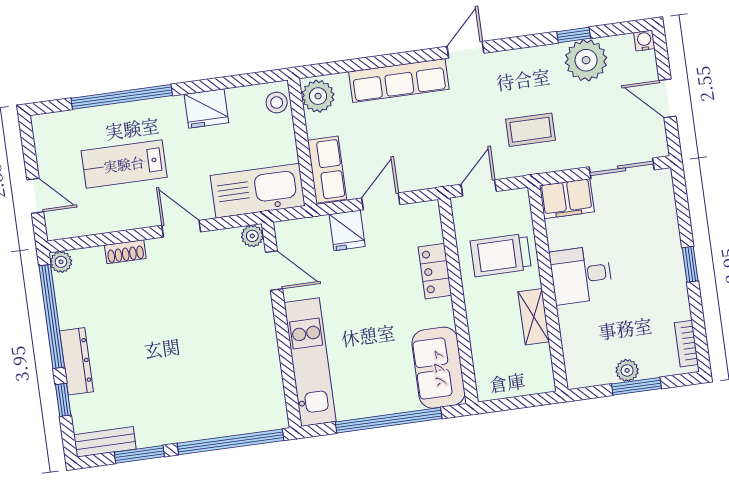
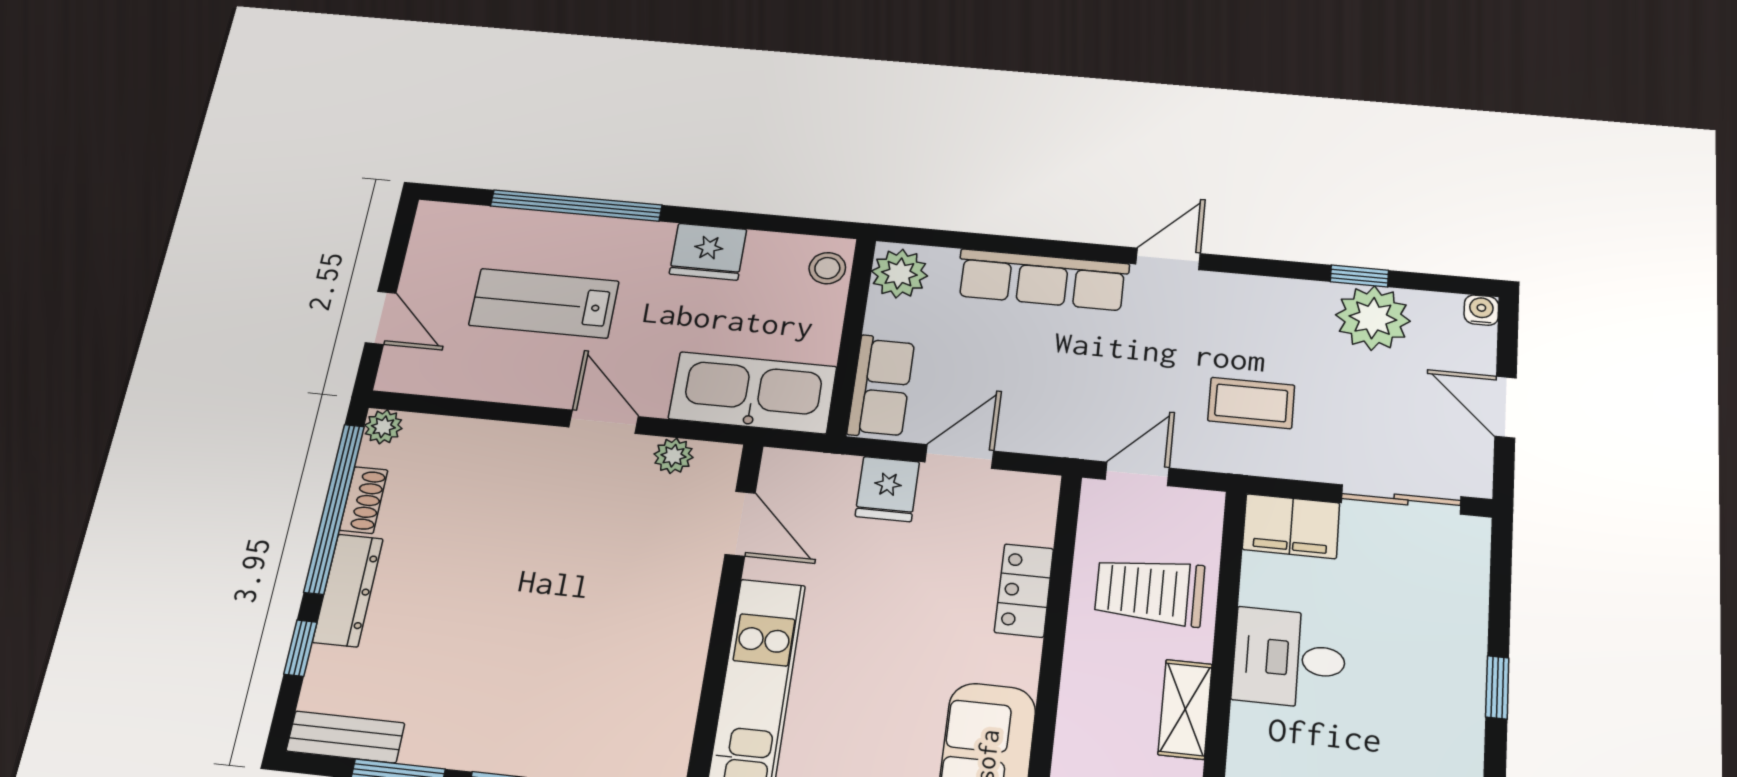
plant: (252, 236) -> (673, 456), moved
shoe rack: (125, 252) -> (364, 500), moved, turned -90

